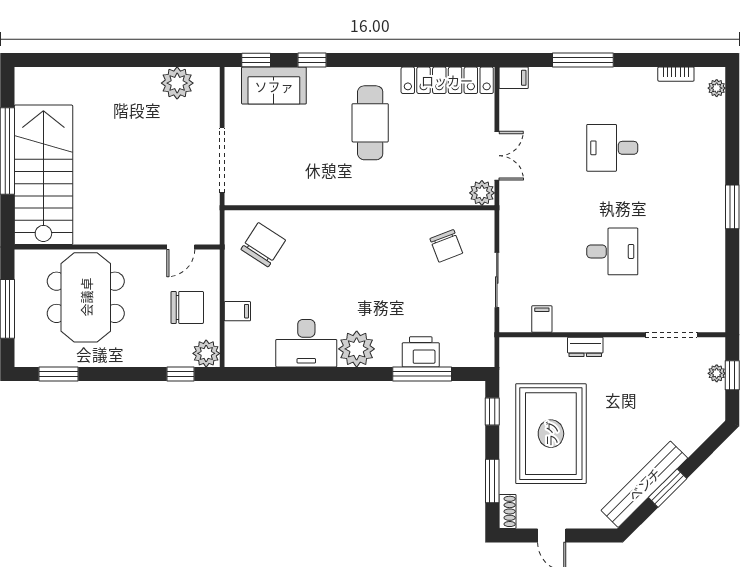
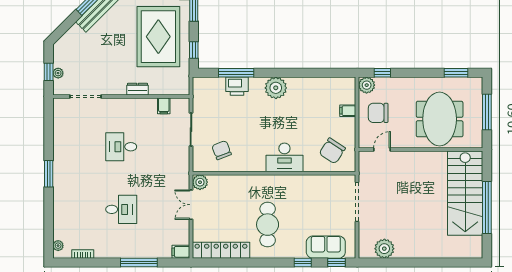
desk: (306, 343) -> (284, 157), moved, turned 180

